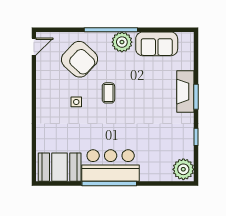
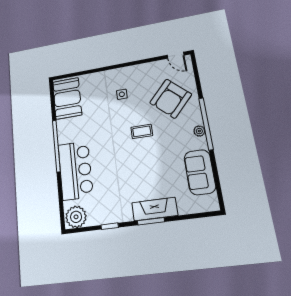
plant: (122, 42) -> (199, 131), width x0.53, depth x0.53
side table: (76, 102) -> (122, 94), moved
bar counter: (111, 165) -> (75, 170), moved

